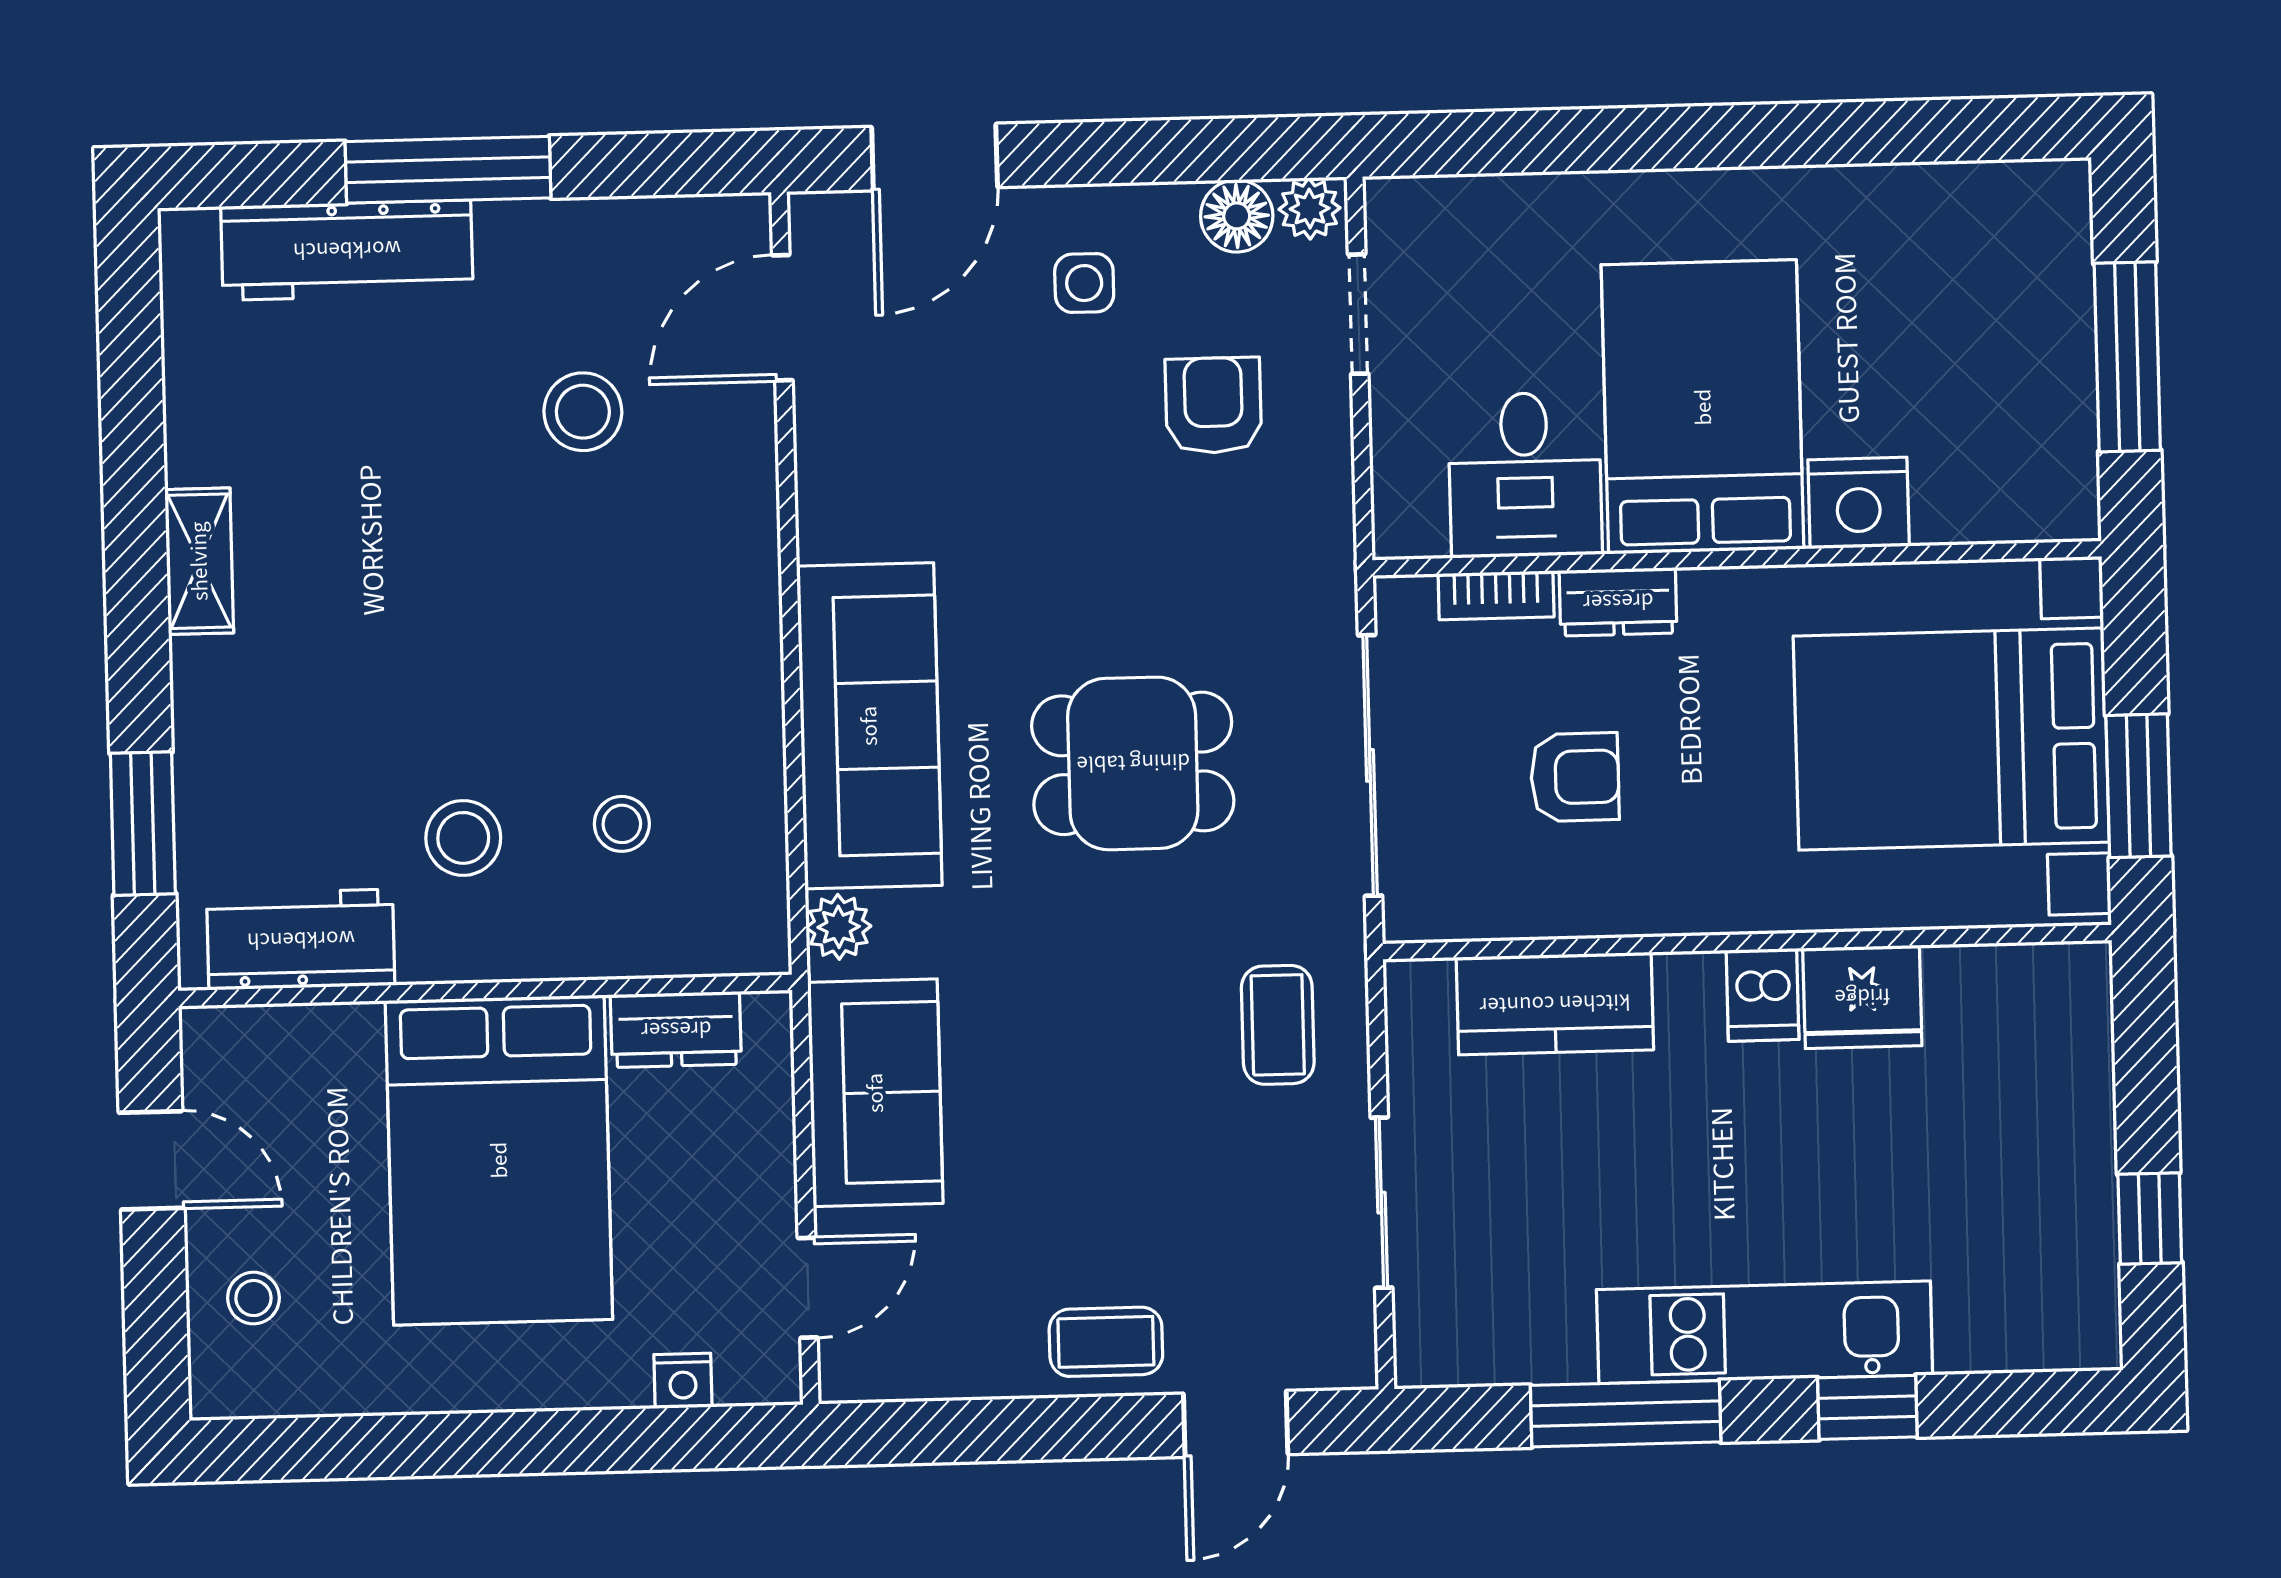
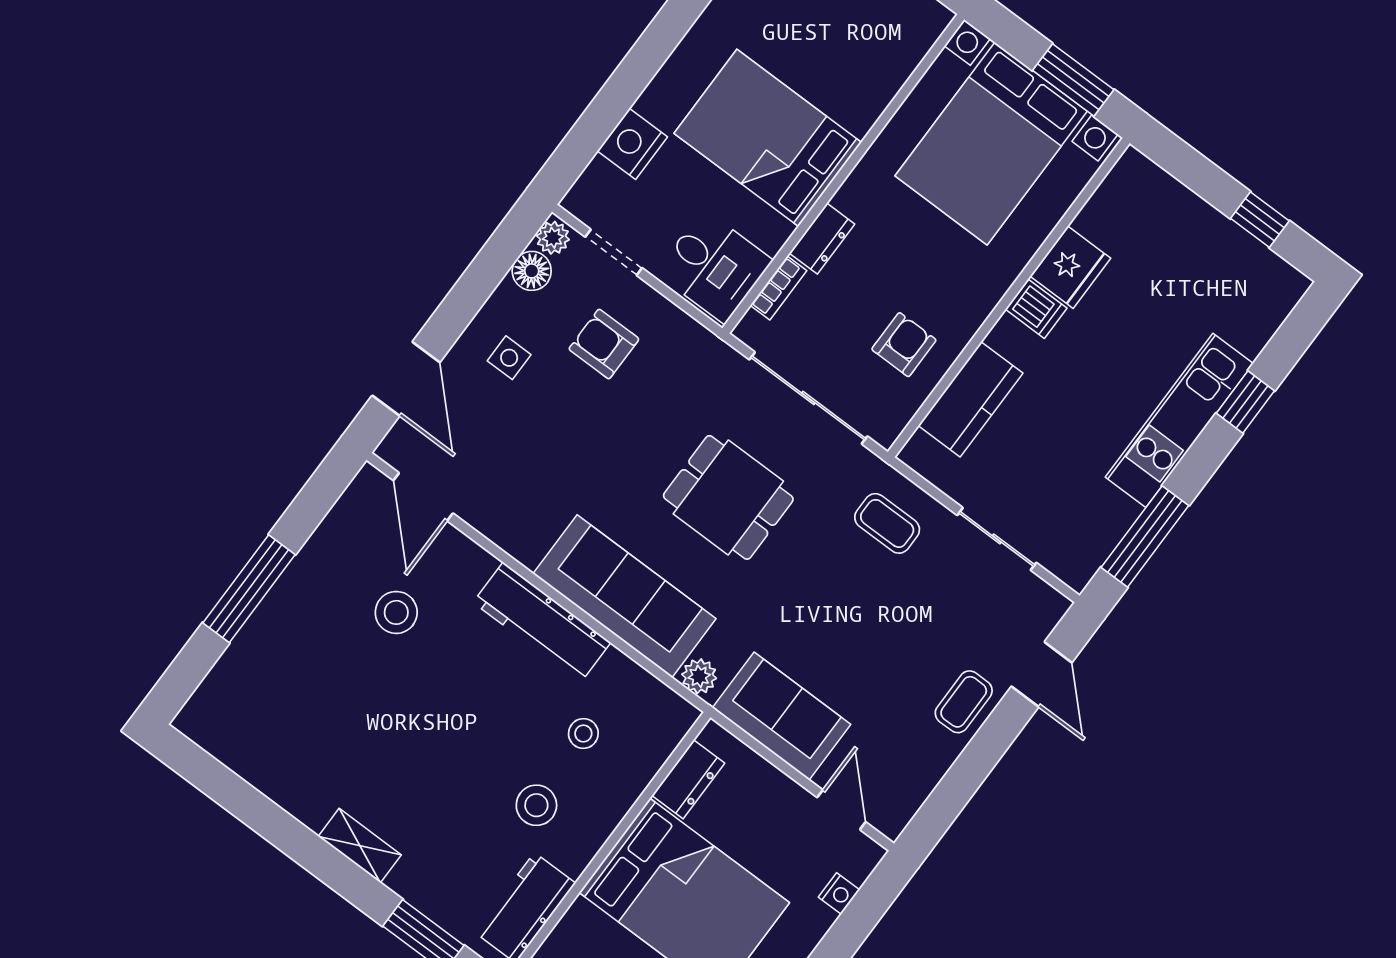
workbench: (347, 250) -> (542, 622), moved, turned 90
desk: (1525, 475) -> (714, 266), moved
nightstand: (1859, 503) -> (632, 144), moved, turned 180
shelving: (199, 561) -> (360, 846), moved
dining table: (1133, 763) -> (728, 497), turned 90
armchair: (1575, 777) -> (904, 345), moved
window: (1626, 1414) -> (1145, 536), moved

